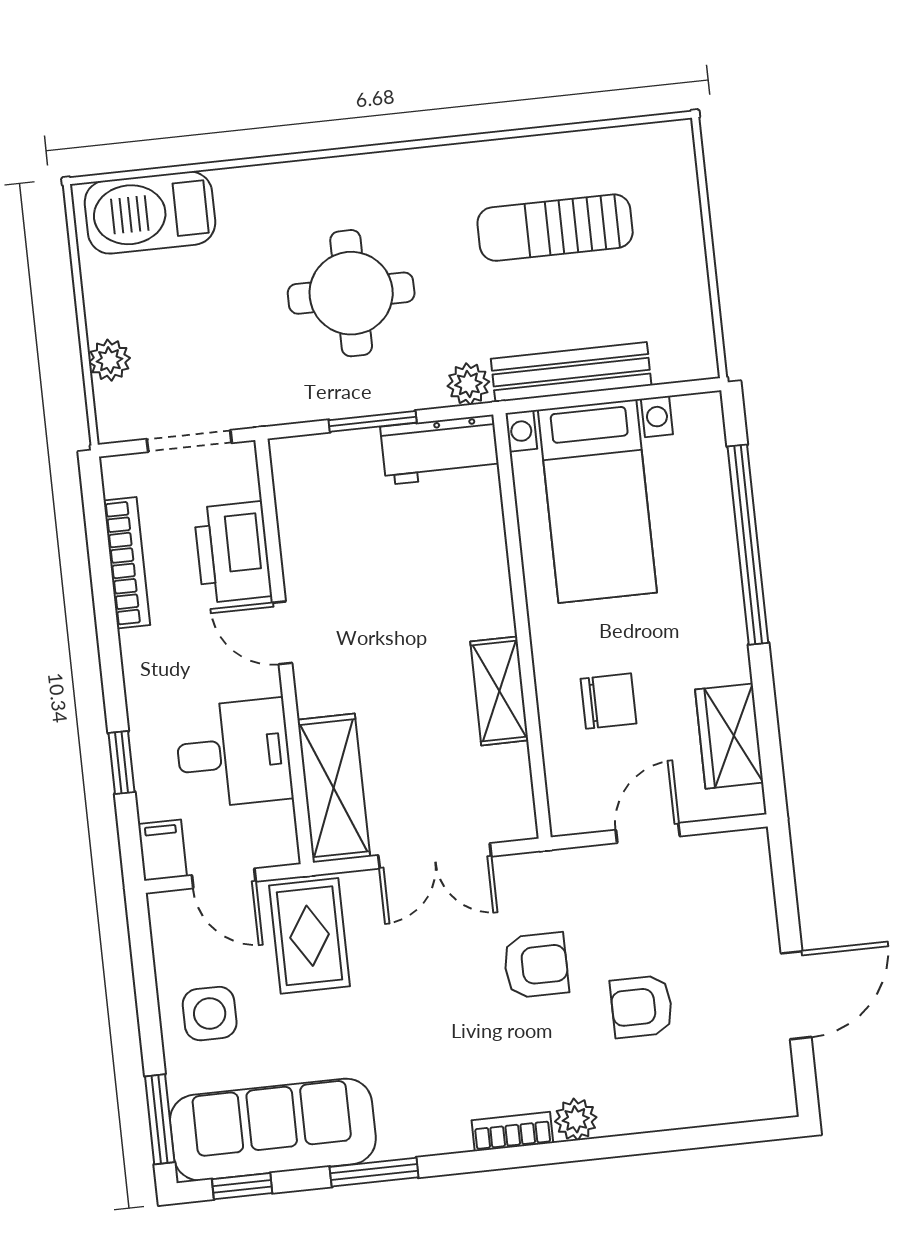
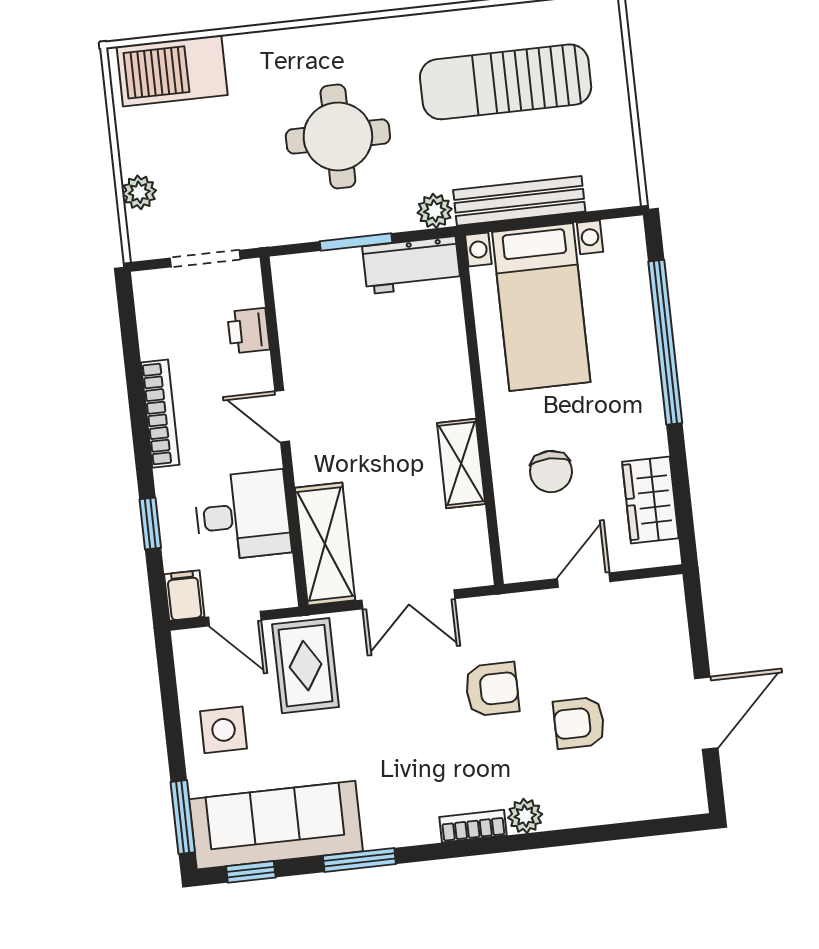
sun lounger: (555, 228) -> (506, 82), width x1.36, depth x1.34
printer: (233, 552) -> (248, 331), width x0.53, depth x0.68
bookcase: (127, 563) -> (160, 414), moved
chair: (609, 701) -> (551, 472), turned 90

